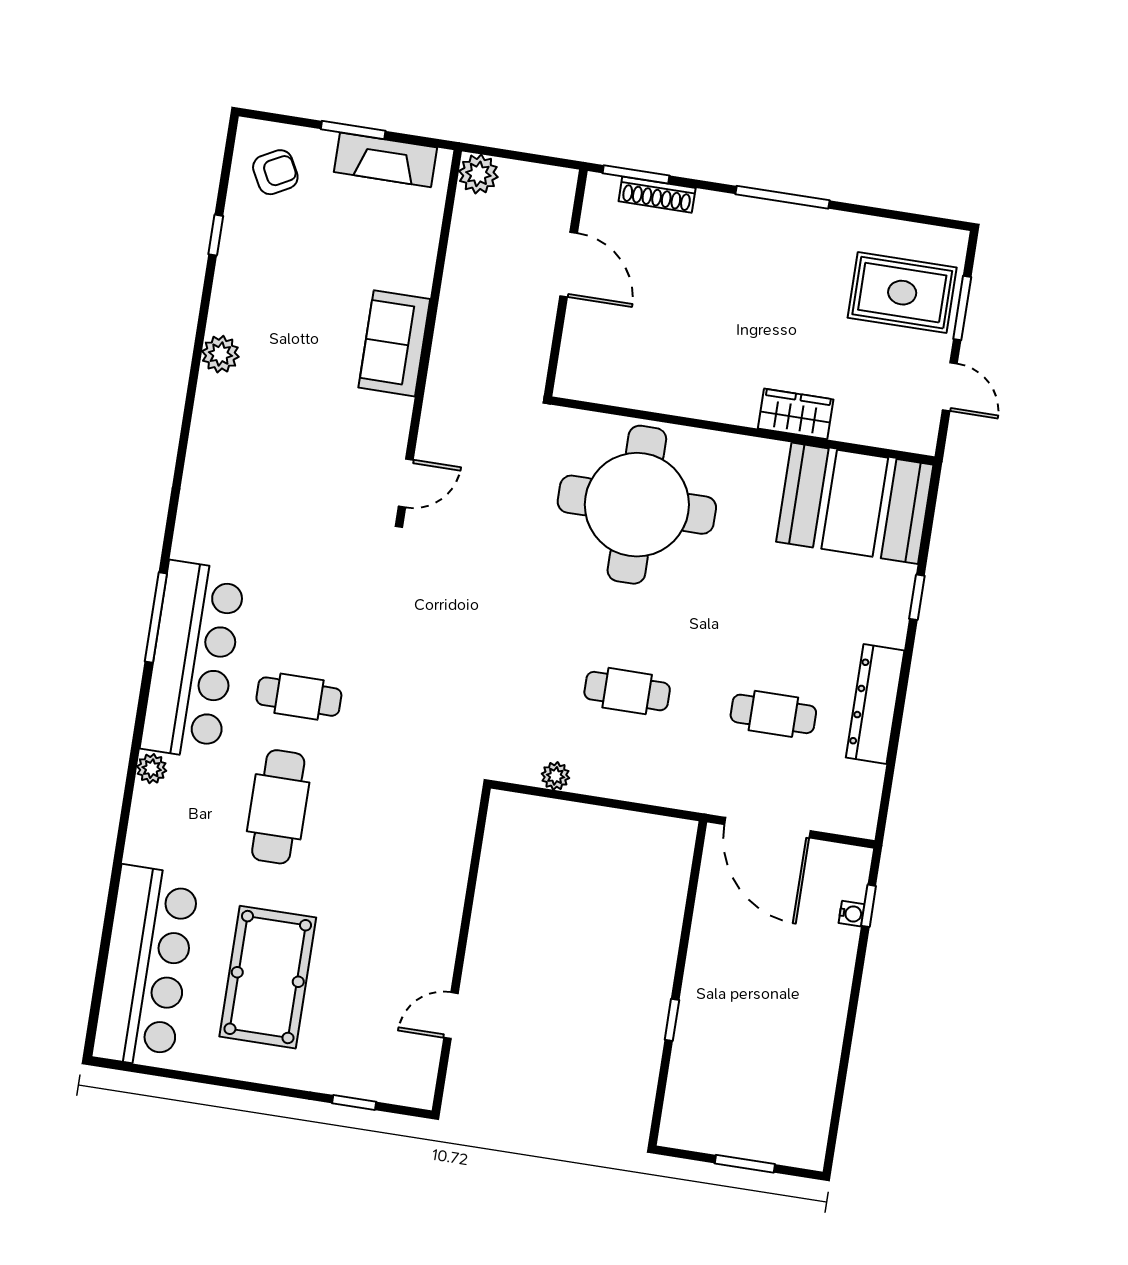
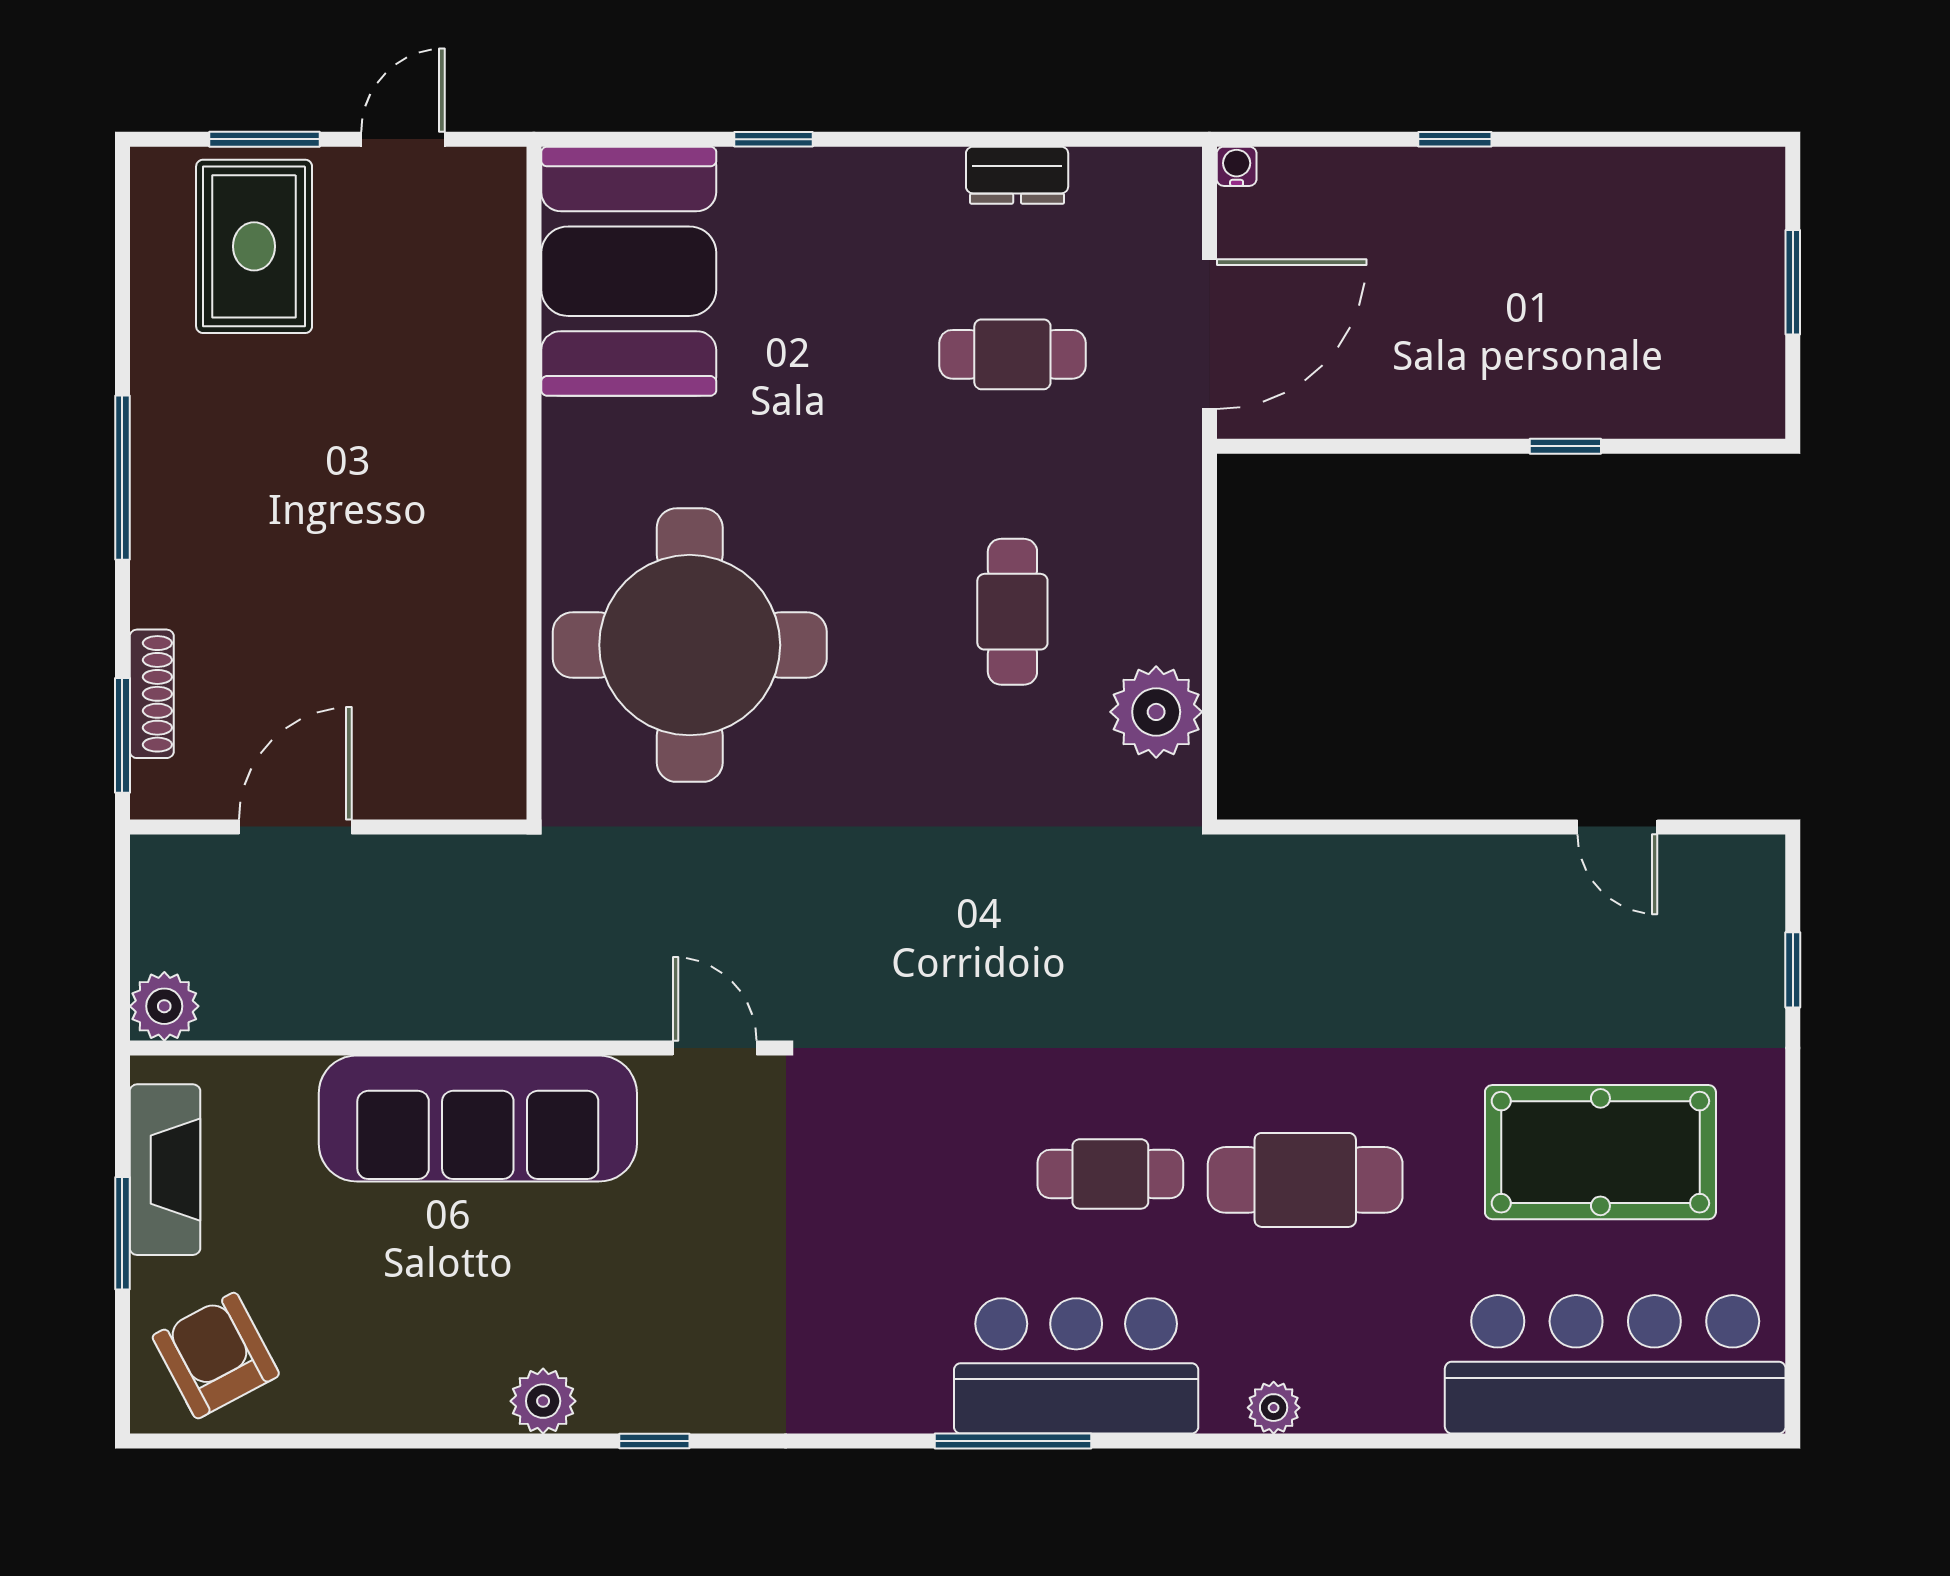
armchair: (275, 172) -> (216, 1356), width x1.38, depth x1.38
window: (216, 235) -> (654, 1441), moved
sofa: (394, 343) -> (478, 1119), width x1.85, depth x1.27
wardrobe: (796, 414) -> (491, 397), removed
bar counter: (193, 660) -> (1076, 1366), width x0.73
cafe table: (299, 697) -> (1110, 1174), turned 90
dresser: (875, 704) -> (1017, 175), width x0.51, depth x0.80
cafe table: (773, 714) -> (1012, 354), turned 90
plant: (555, 776) -> (1156, 712), width x1.88, depth x1.88
window: (869, 906) -> (1455, 139), moved
water cooler: (852, 914) -> (1237, 166), moved

